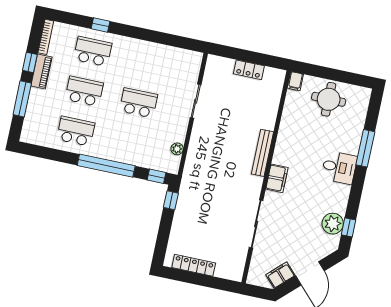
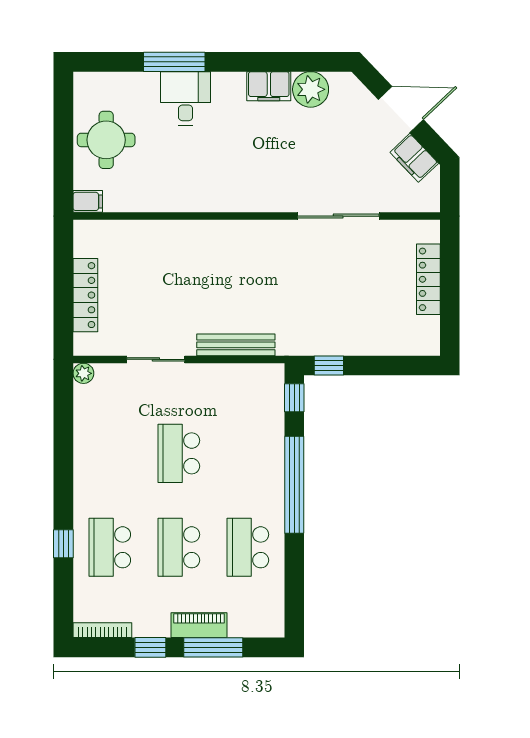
locker: (249, 70) -> (85, 295), width x1.53
piano: (41, 72) -> (199, 625), moved
plant: (177, 149) -> (83, 373), moved
bench: (262, 153) -> (236, 345), moved
desk: (339, 167) -> (186, 98), moved
filing cabinet: (277, 178) -> (269, 86), moved, turned 180
window: (349, 227) -> (311, 62), removed
locker: (194, 265) -> (428, 279), moved

